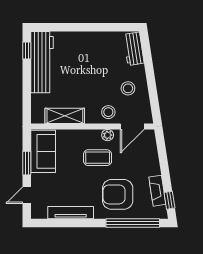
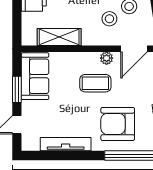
stool: (108, 112) -> (109, 19), moved

